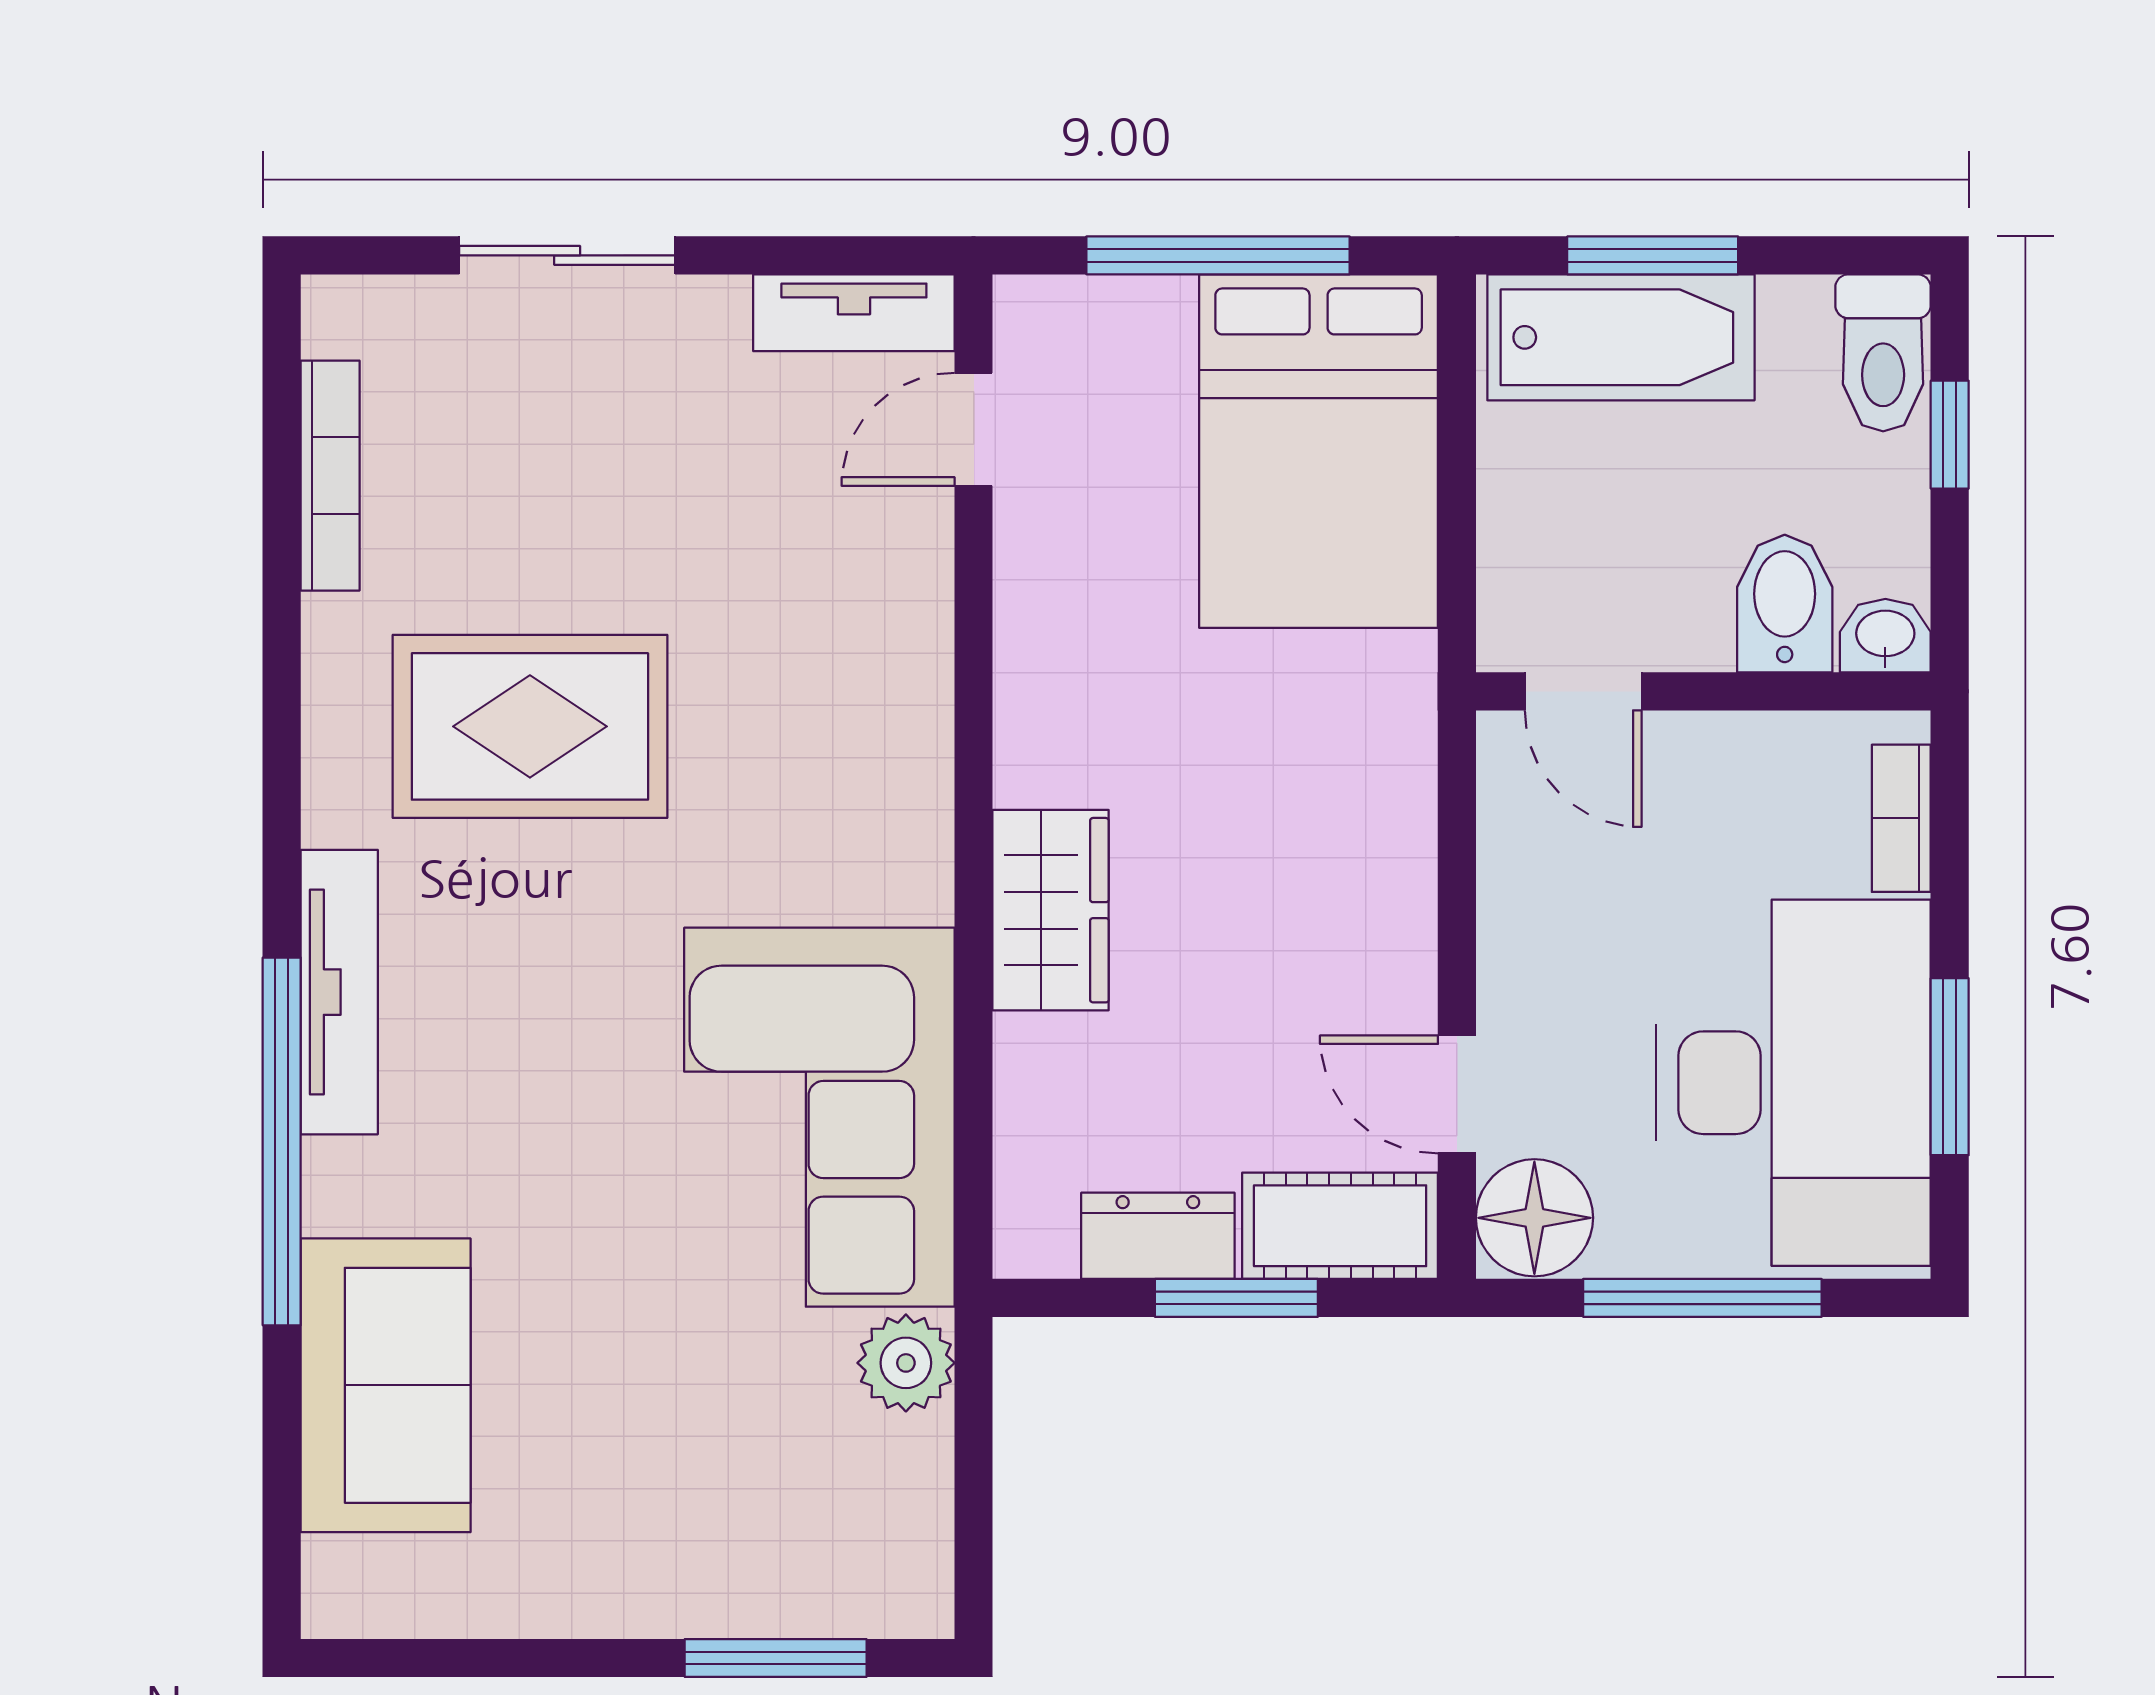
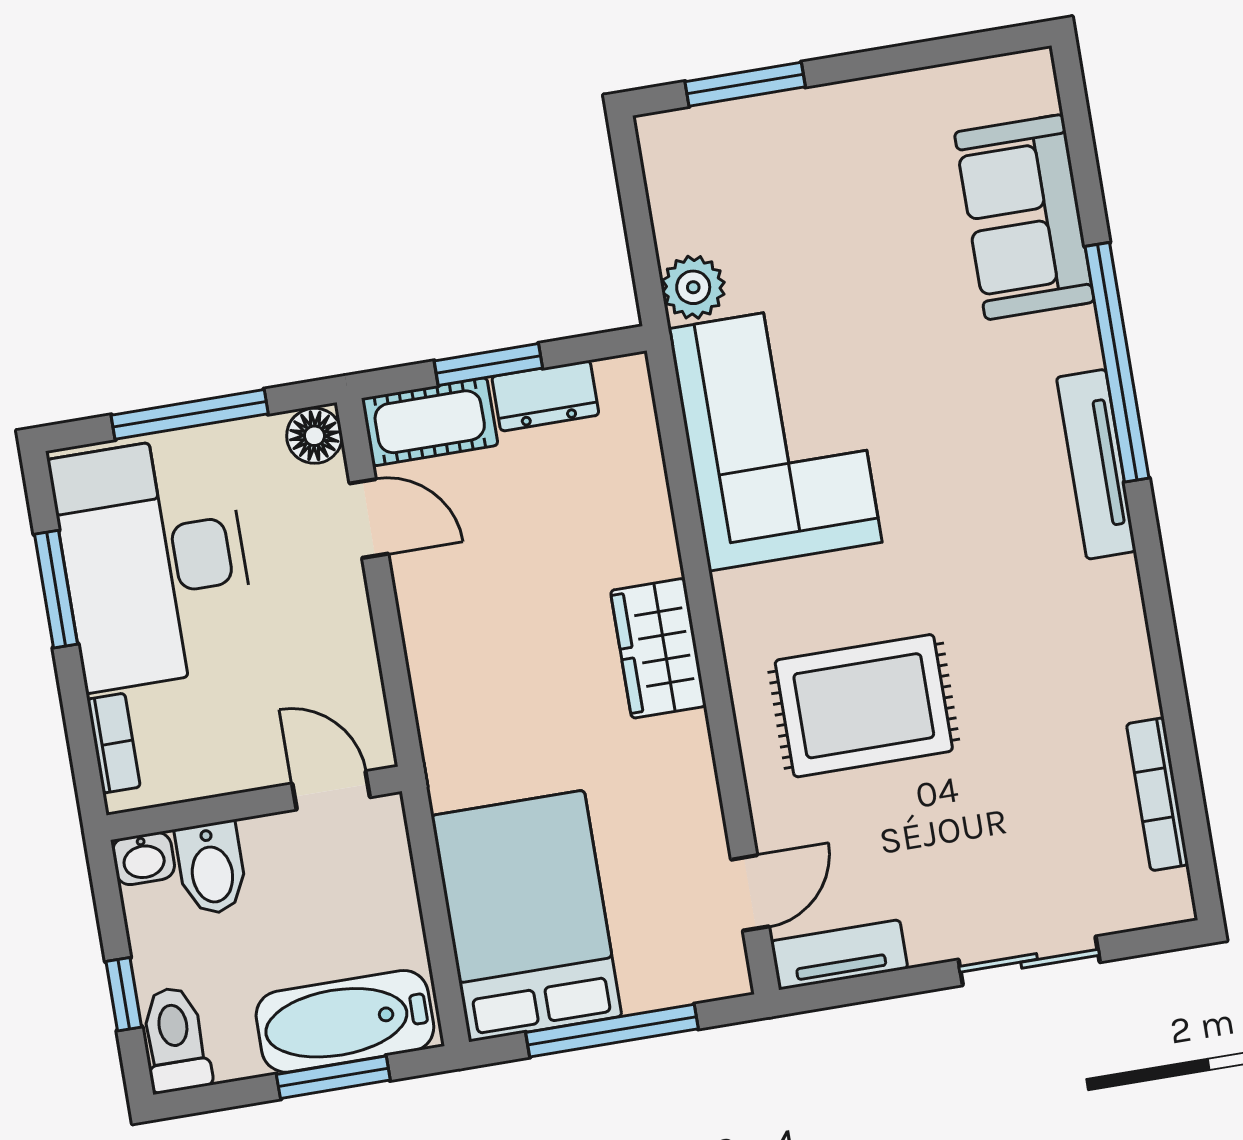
rug: (530, 726) -> (864, 706), moved
wardrobe: (1051, 910) -> (658, 648), moved
floor lamp: (1534, 1218) -> (314, 436), width x0.73, depth x0.73

